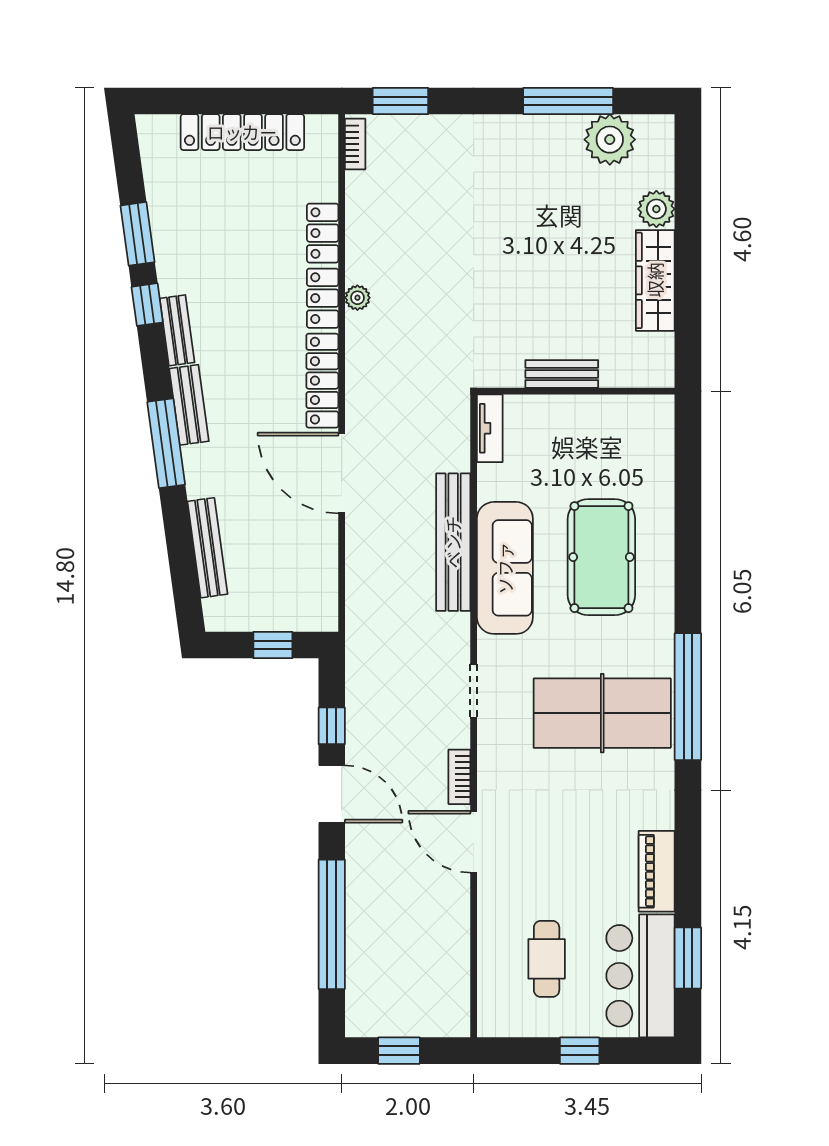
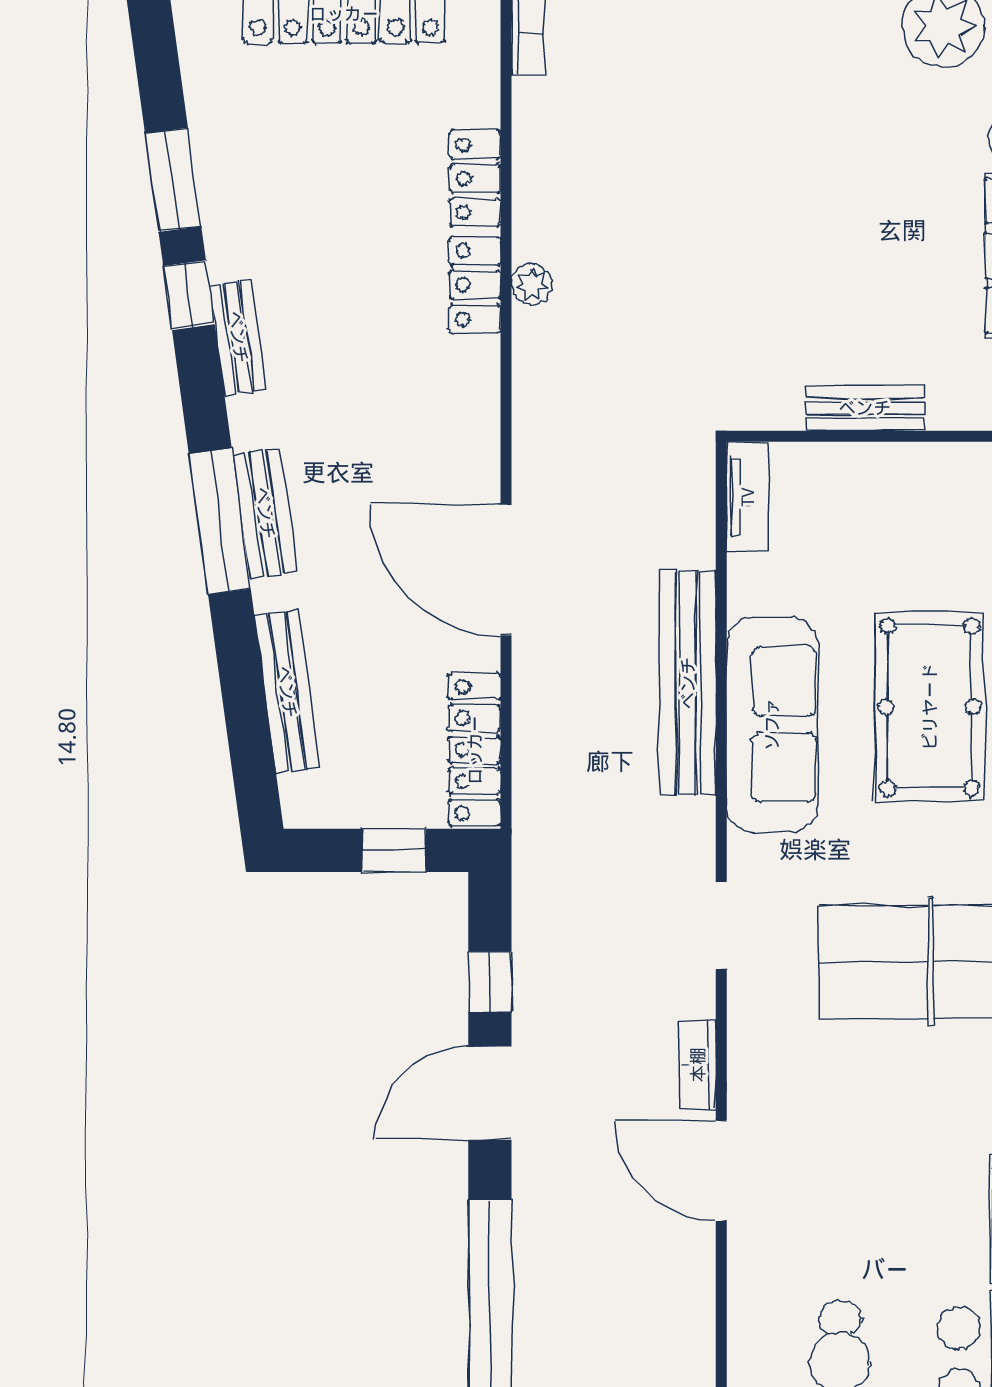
locker: (322, 381) -> (475, 750), moved
bench: (189, 405) -> (265, 513), moved
door: (332, 794) -> (490, 1093), swing flipped

